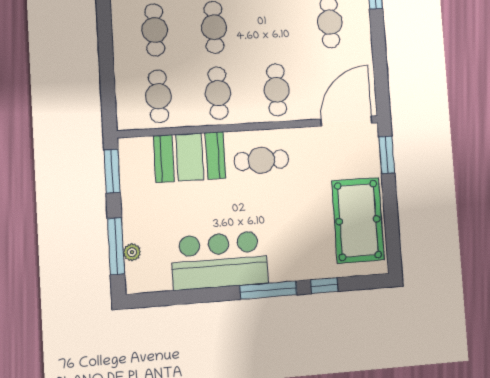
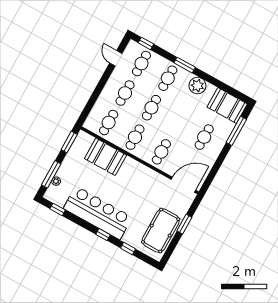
window: (387, 155) -> (184, 224), moved
cafe table: (261, 160) -> (135, 178), removed
bar counter: (219, 260) -> (98, 213), width x1.36
window: (268, 290) -> (103, 235), width x0.46
window: (165, 298) -> (58, 209), added

